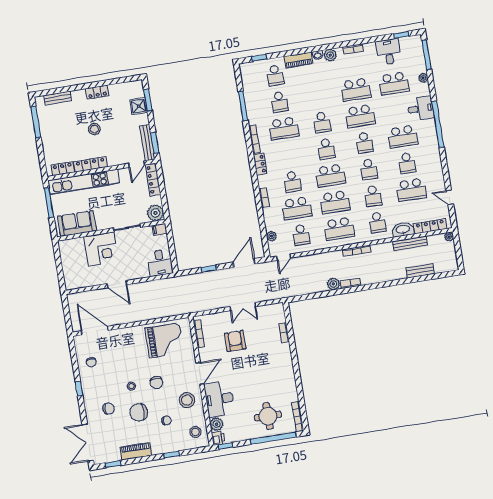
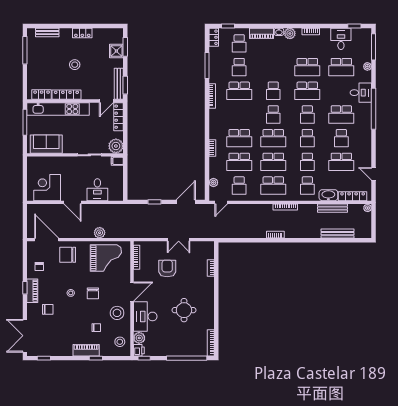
locker: (260, 164) -> (214, 37), moved
school desk: (292, 182) -> (239, 138), width x1.85
corner desk: (101, 249) -> (47, 188), moved, turned 180
desk: (160, 263) -> (97, 190), moved
bench: (420, 271) -> (337, 234), width x1.36
plant: (333, 284) -> (100, 233), moved
piano: (88, 391) -> (32, 291), added
chair: (139, 412) -> (68, 255), moved
round table: (268, 416) -> (184, 310), moved
piano: (136, 451) -> (86, 350), moved

